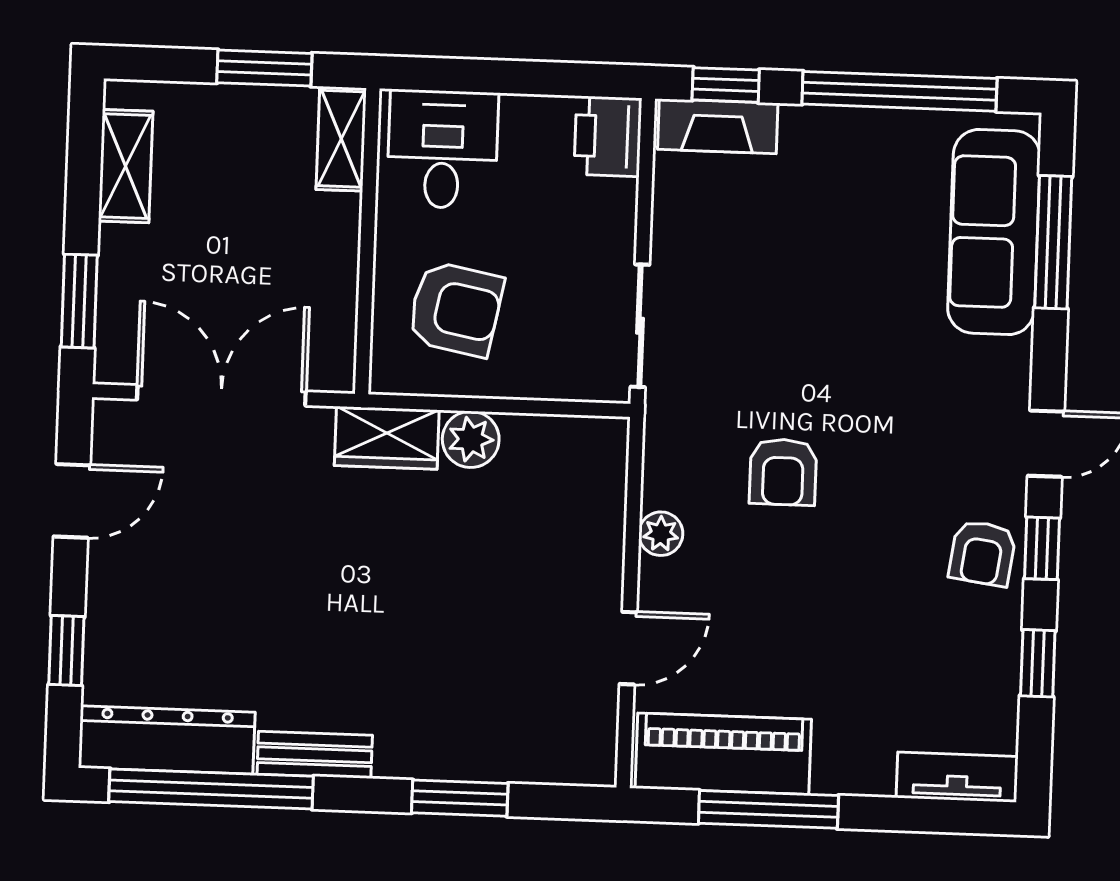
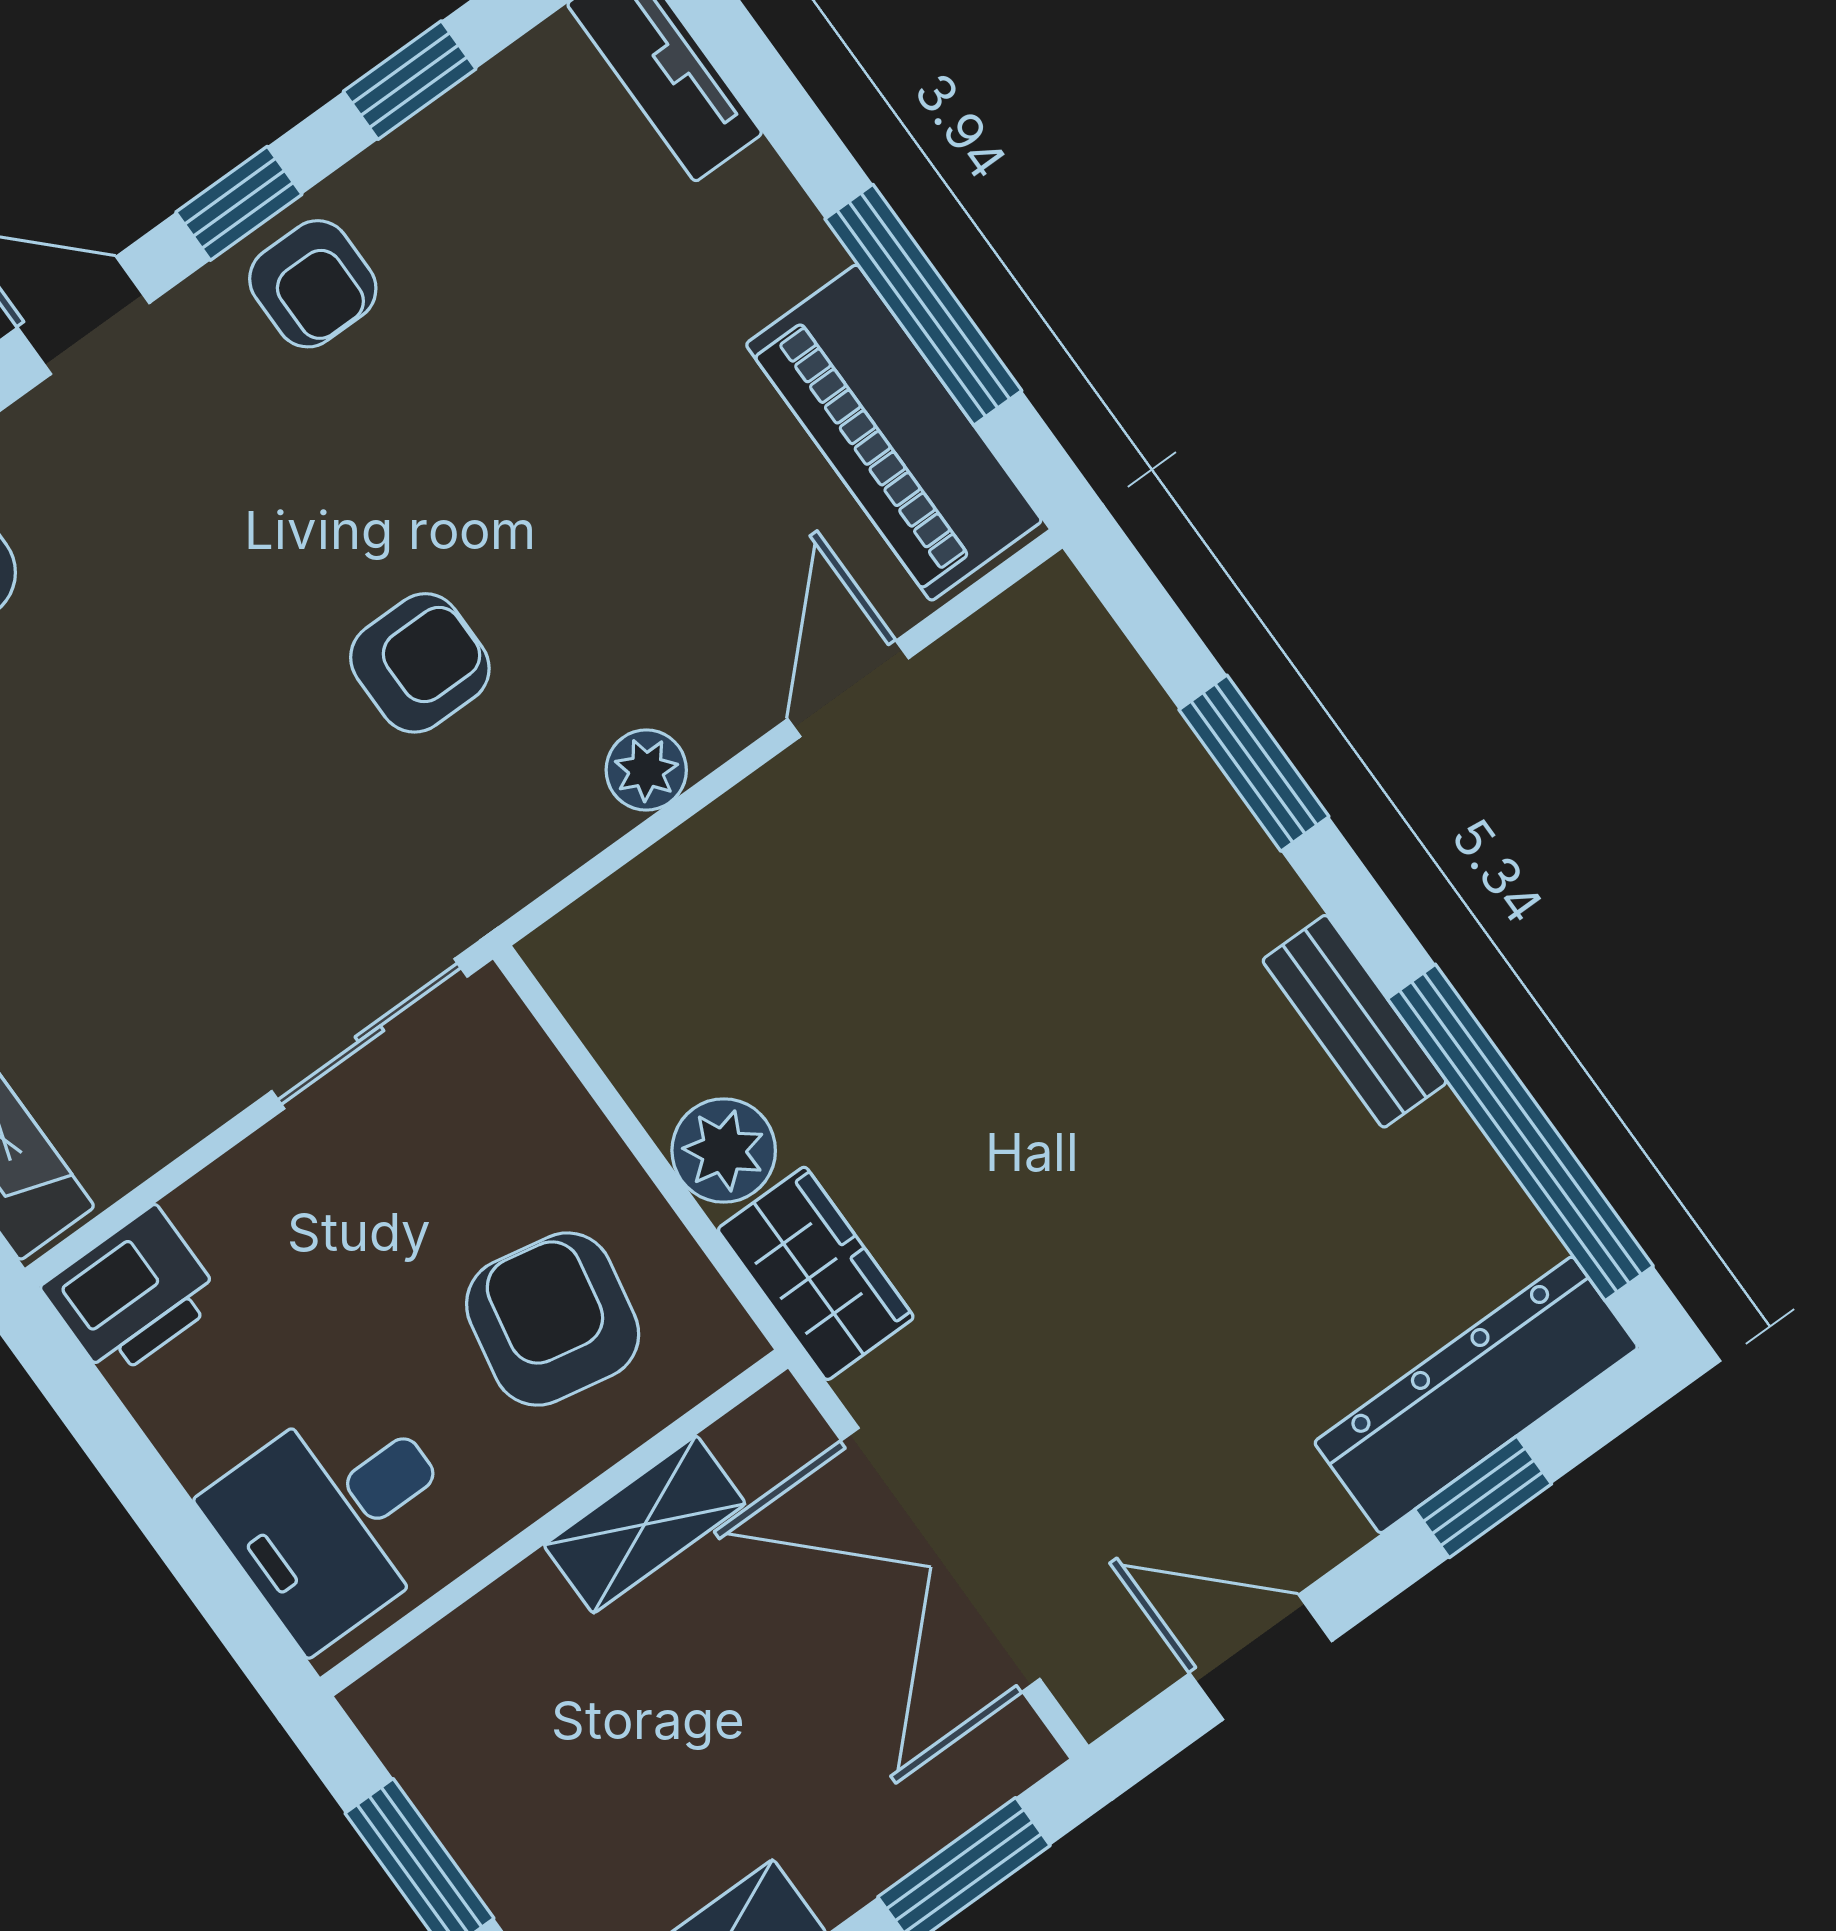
shelving: (341, 139) -> (645, 1524), moved
armchair: (982, 553) -> (313, 284), turned 82
door: (628, 648) -> (848, 689), hinge flipped
dresser: (167, 740) -> (1476, 1395), moved, turned 90

